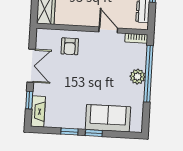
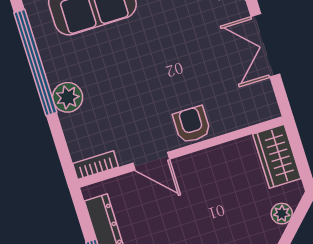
armchair: (70, 46) -> (192, 125), moved
window: (148, 74) -> (35, 63), moved

